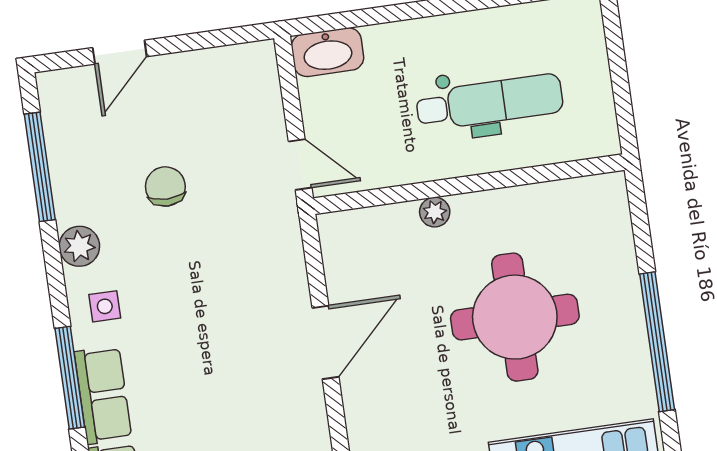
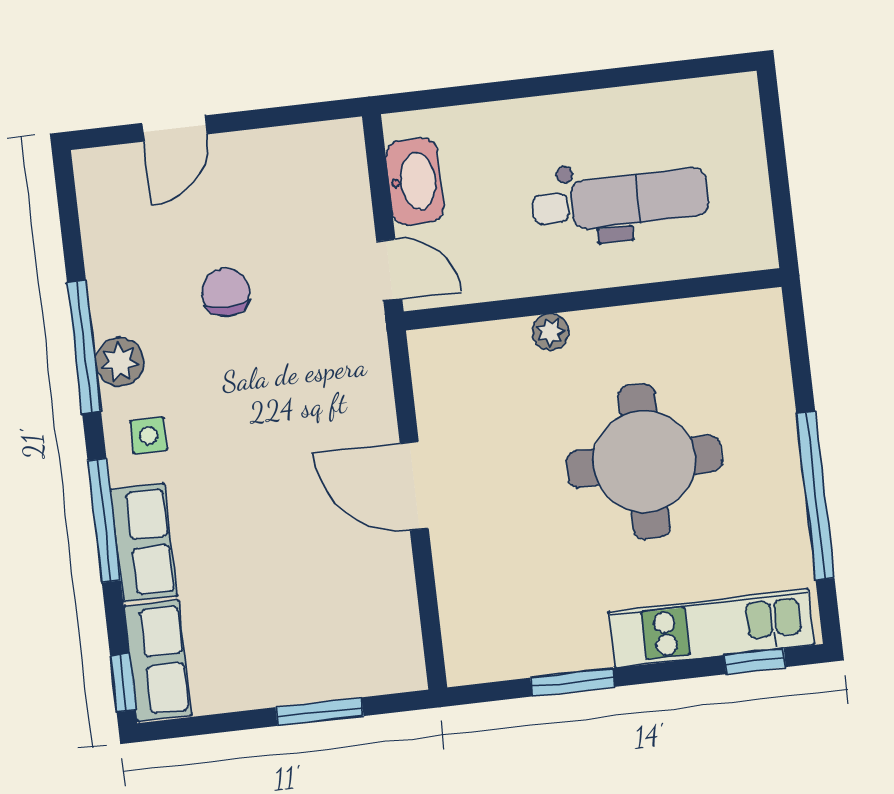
washbasin: (327, 52) -> (415, 181), moved, turned -90
window: (40, 167) -> (84, 347), moved
door: (325, 342) -> (414, 486), swing flipped

